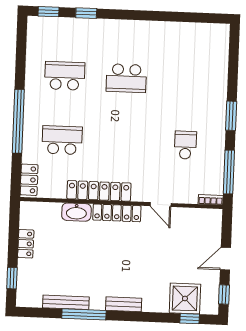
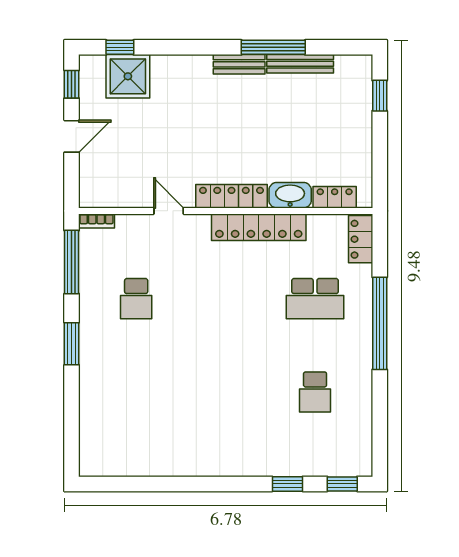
school desk: (65, 76) -> (315, 392), width x0.54
school desk: (126, 78) -> (226, 392), removed
locker: (26, 244) -> (335, 197), moved, turned 90
bench: (124, 304) -> (239, 64), moved

